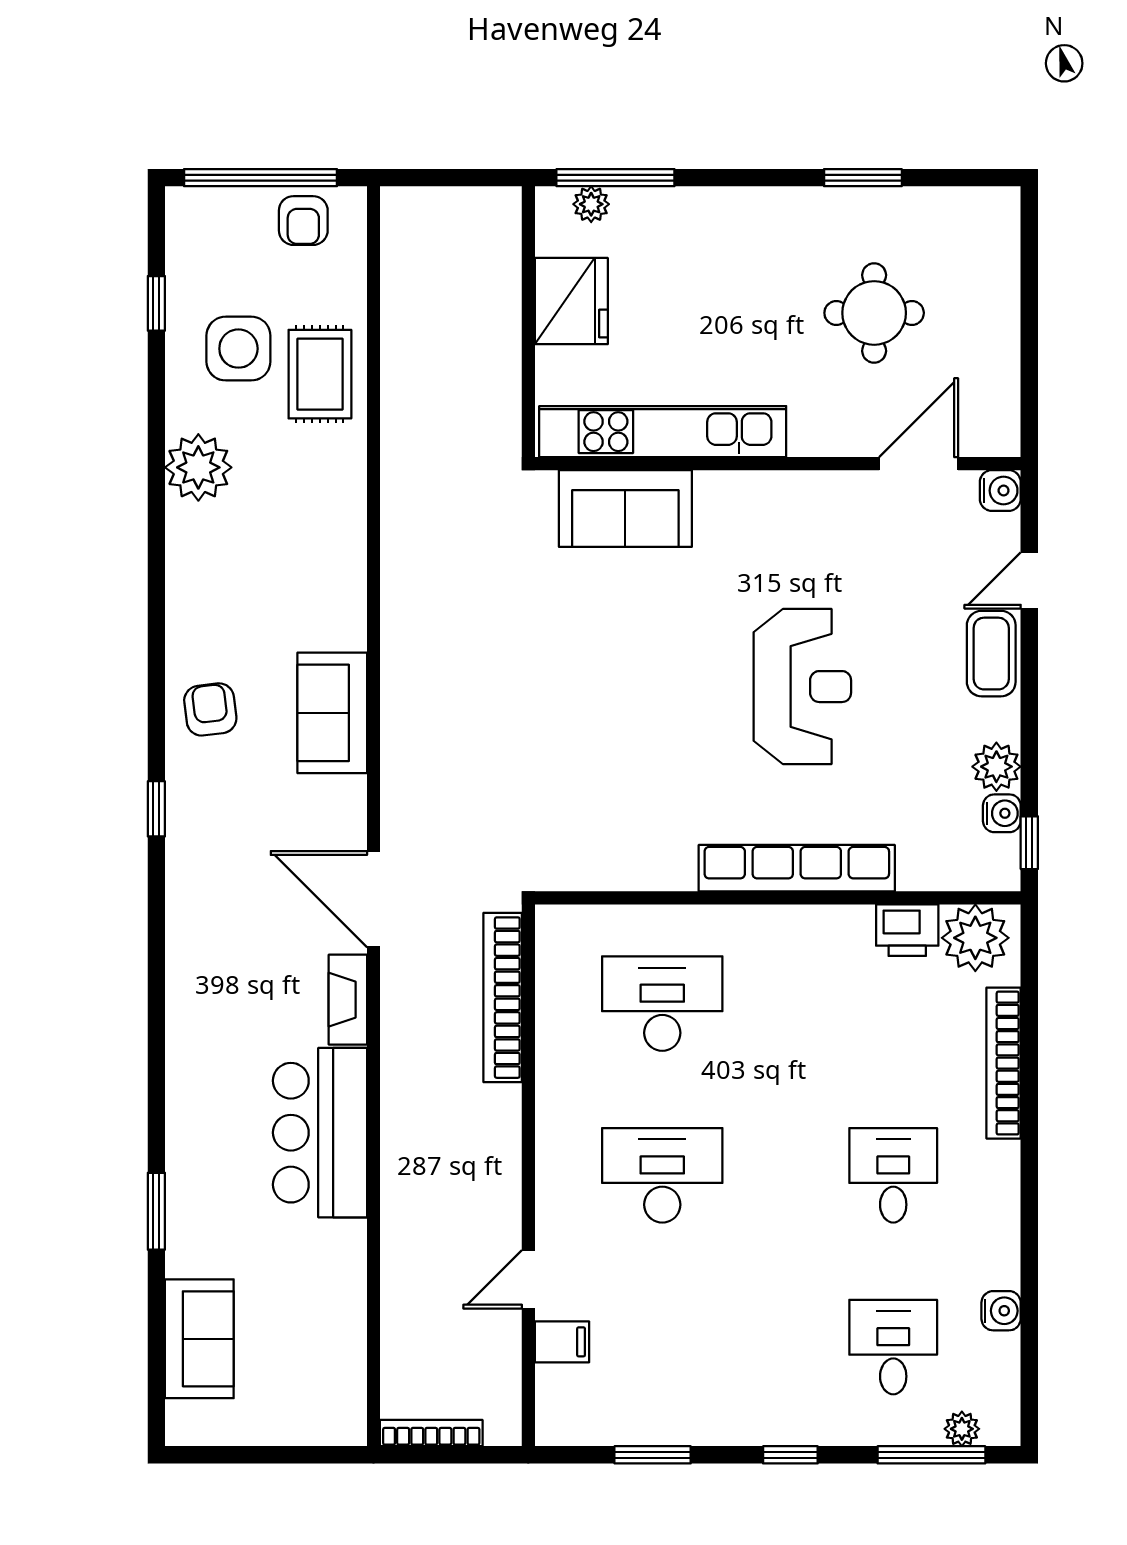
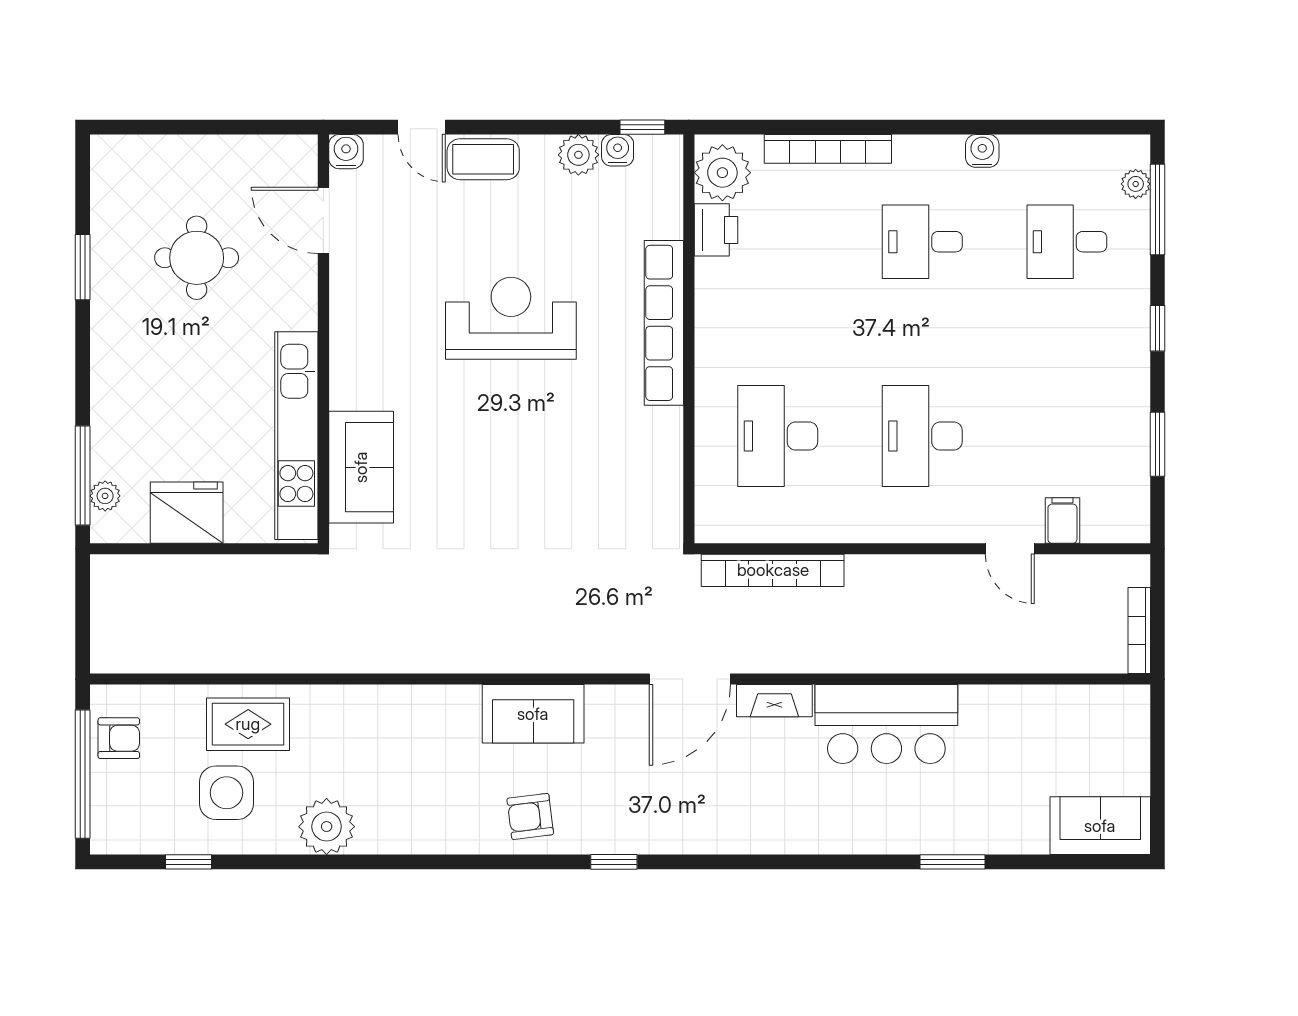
water cooler: (1001, 1311) -> (982, 151), moved
sofa: (199, 1339) -> (1100, 826), moved

